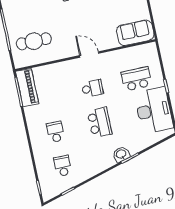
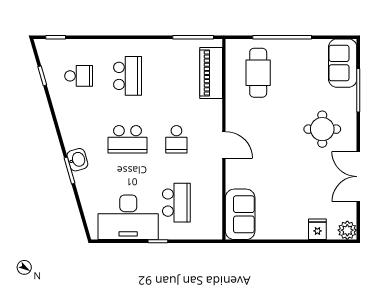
door: (89, 54) -> (224, 145), hinge flipped
piano: (27, 87) -> (211, 73), moved, turned 90
school desk: (55, 132) -> (127, 76), width x1.85

